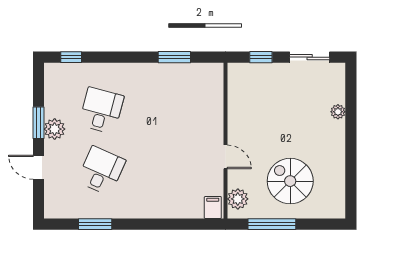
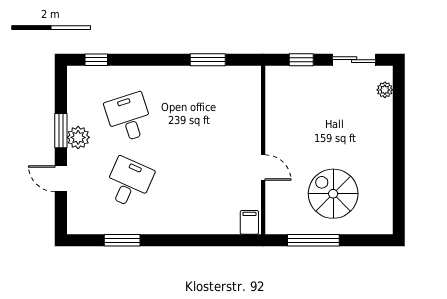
desk: (101, 110) -> (129, 117), turned -33
plant: (338, 112) -> (385, 90), moved
plant: (238, 199) -> (276, 213), removed

